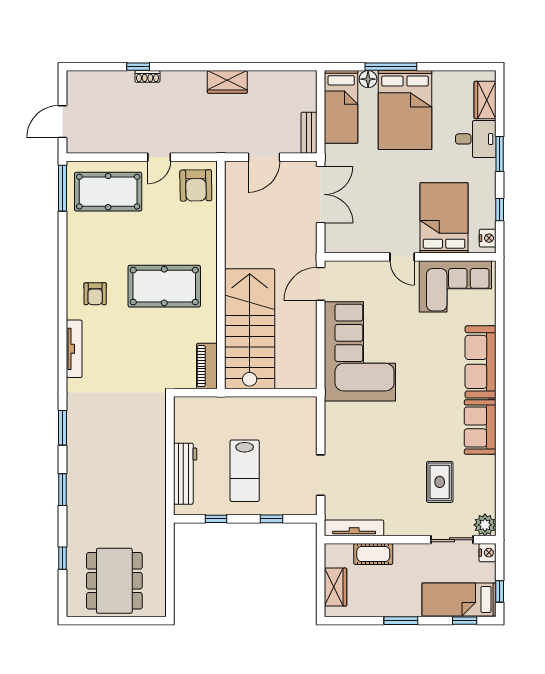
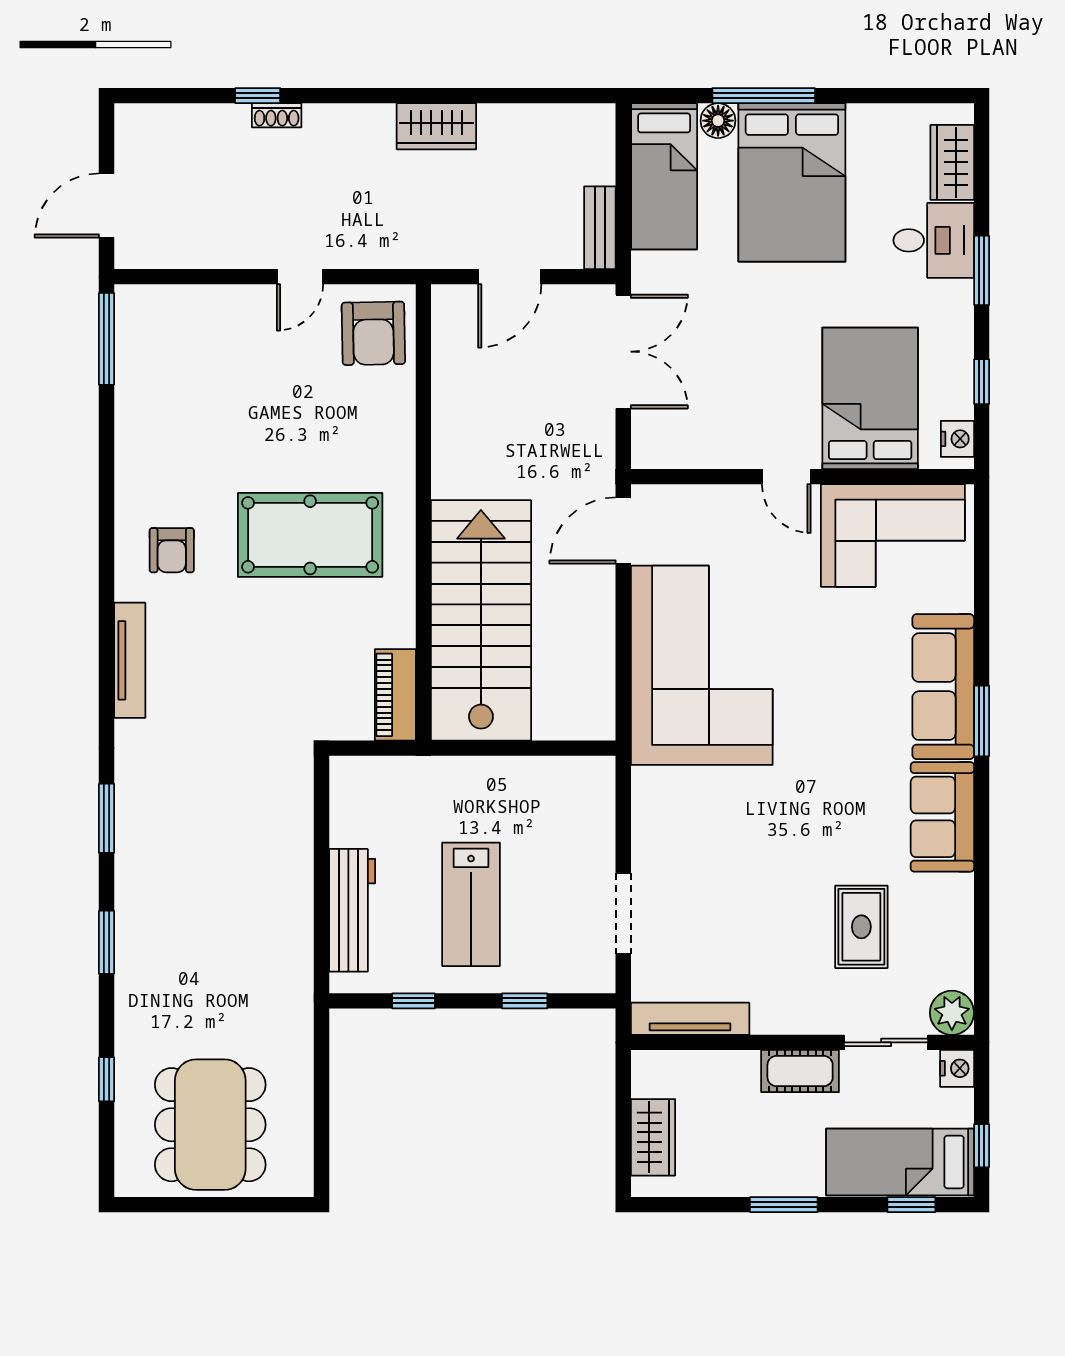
pool table: (108, 192) -> (198, 346), removed
window: (500, 379) -> (982, 721), added
cot: (373, 554) -> (800, 1071), moved

